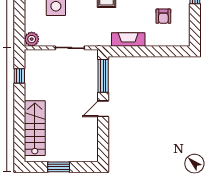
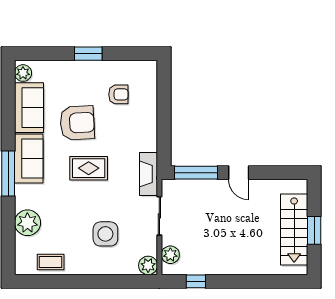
fireplace: (128, 39) -> (149, 174), moved
plant: (40, 56) -> (170, 255), added
stairs: (35, 128) -> (294, 229), moved, turned -90

